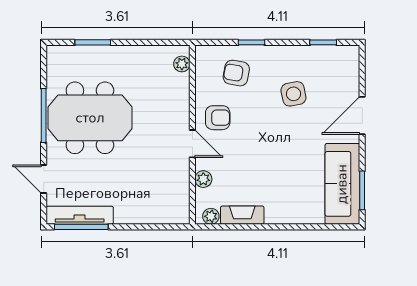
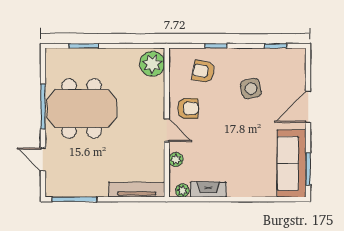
plant: (182, 64) -> (152, 64), width x1.88, depth x1.88
tv unit: (80, 215) -> (137, 190), moved

